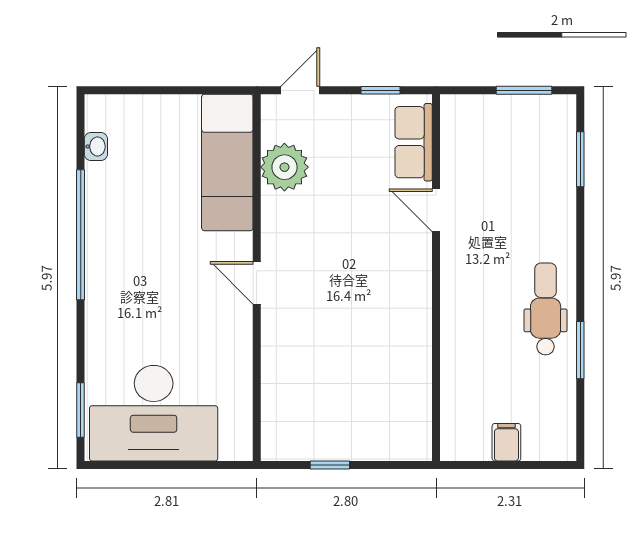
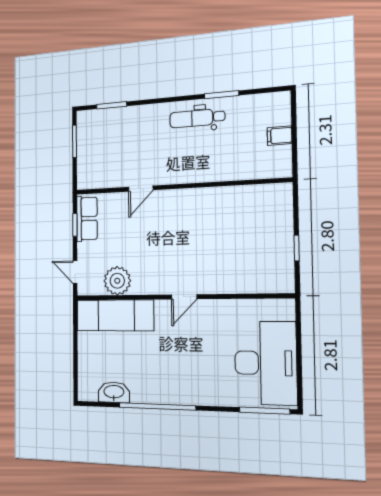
row of seats: (414, 142) -> (87, 219), moved, turned -90
washbasin: (96, 147) -> (114, 392), width x1.91, depth x1.45
window: (81, 410) -> (264, 411), width x1.44

